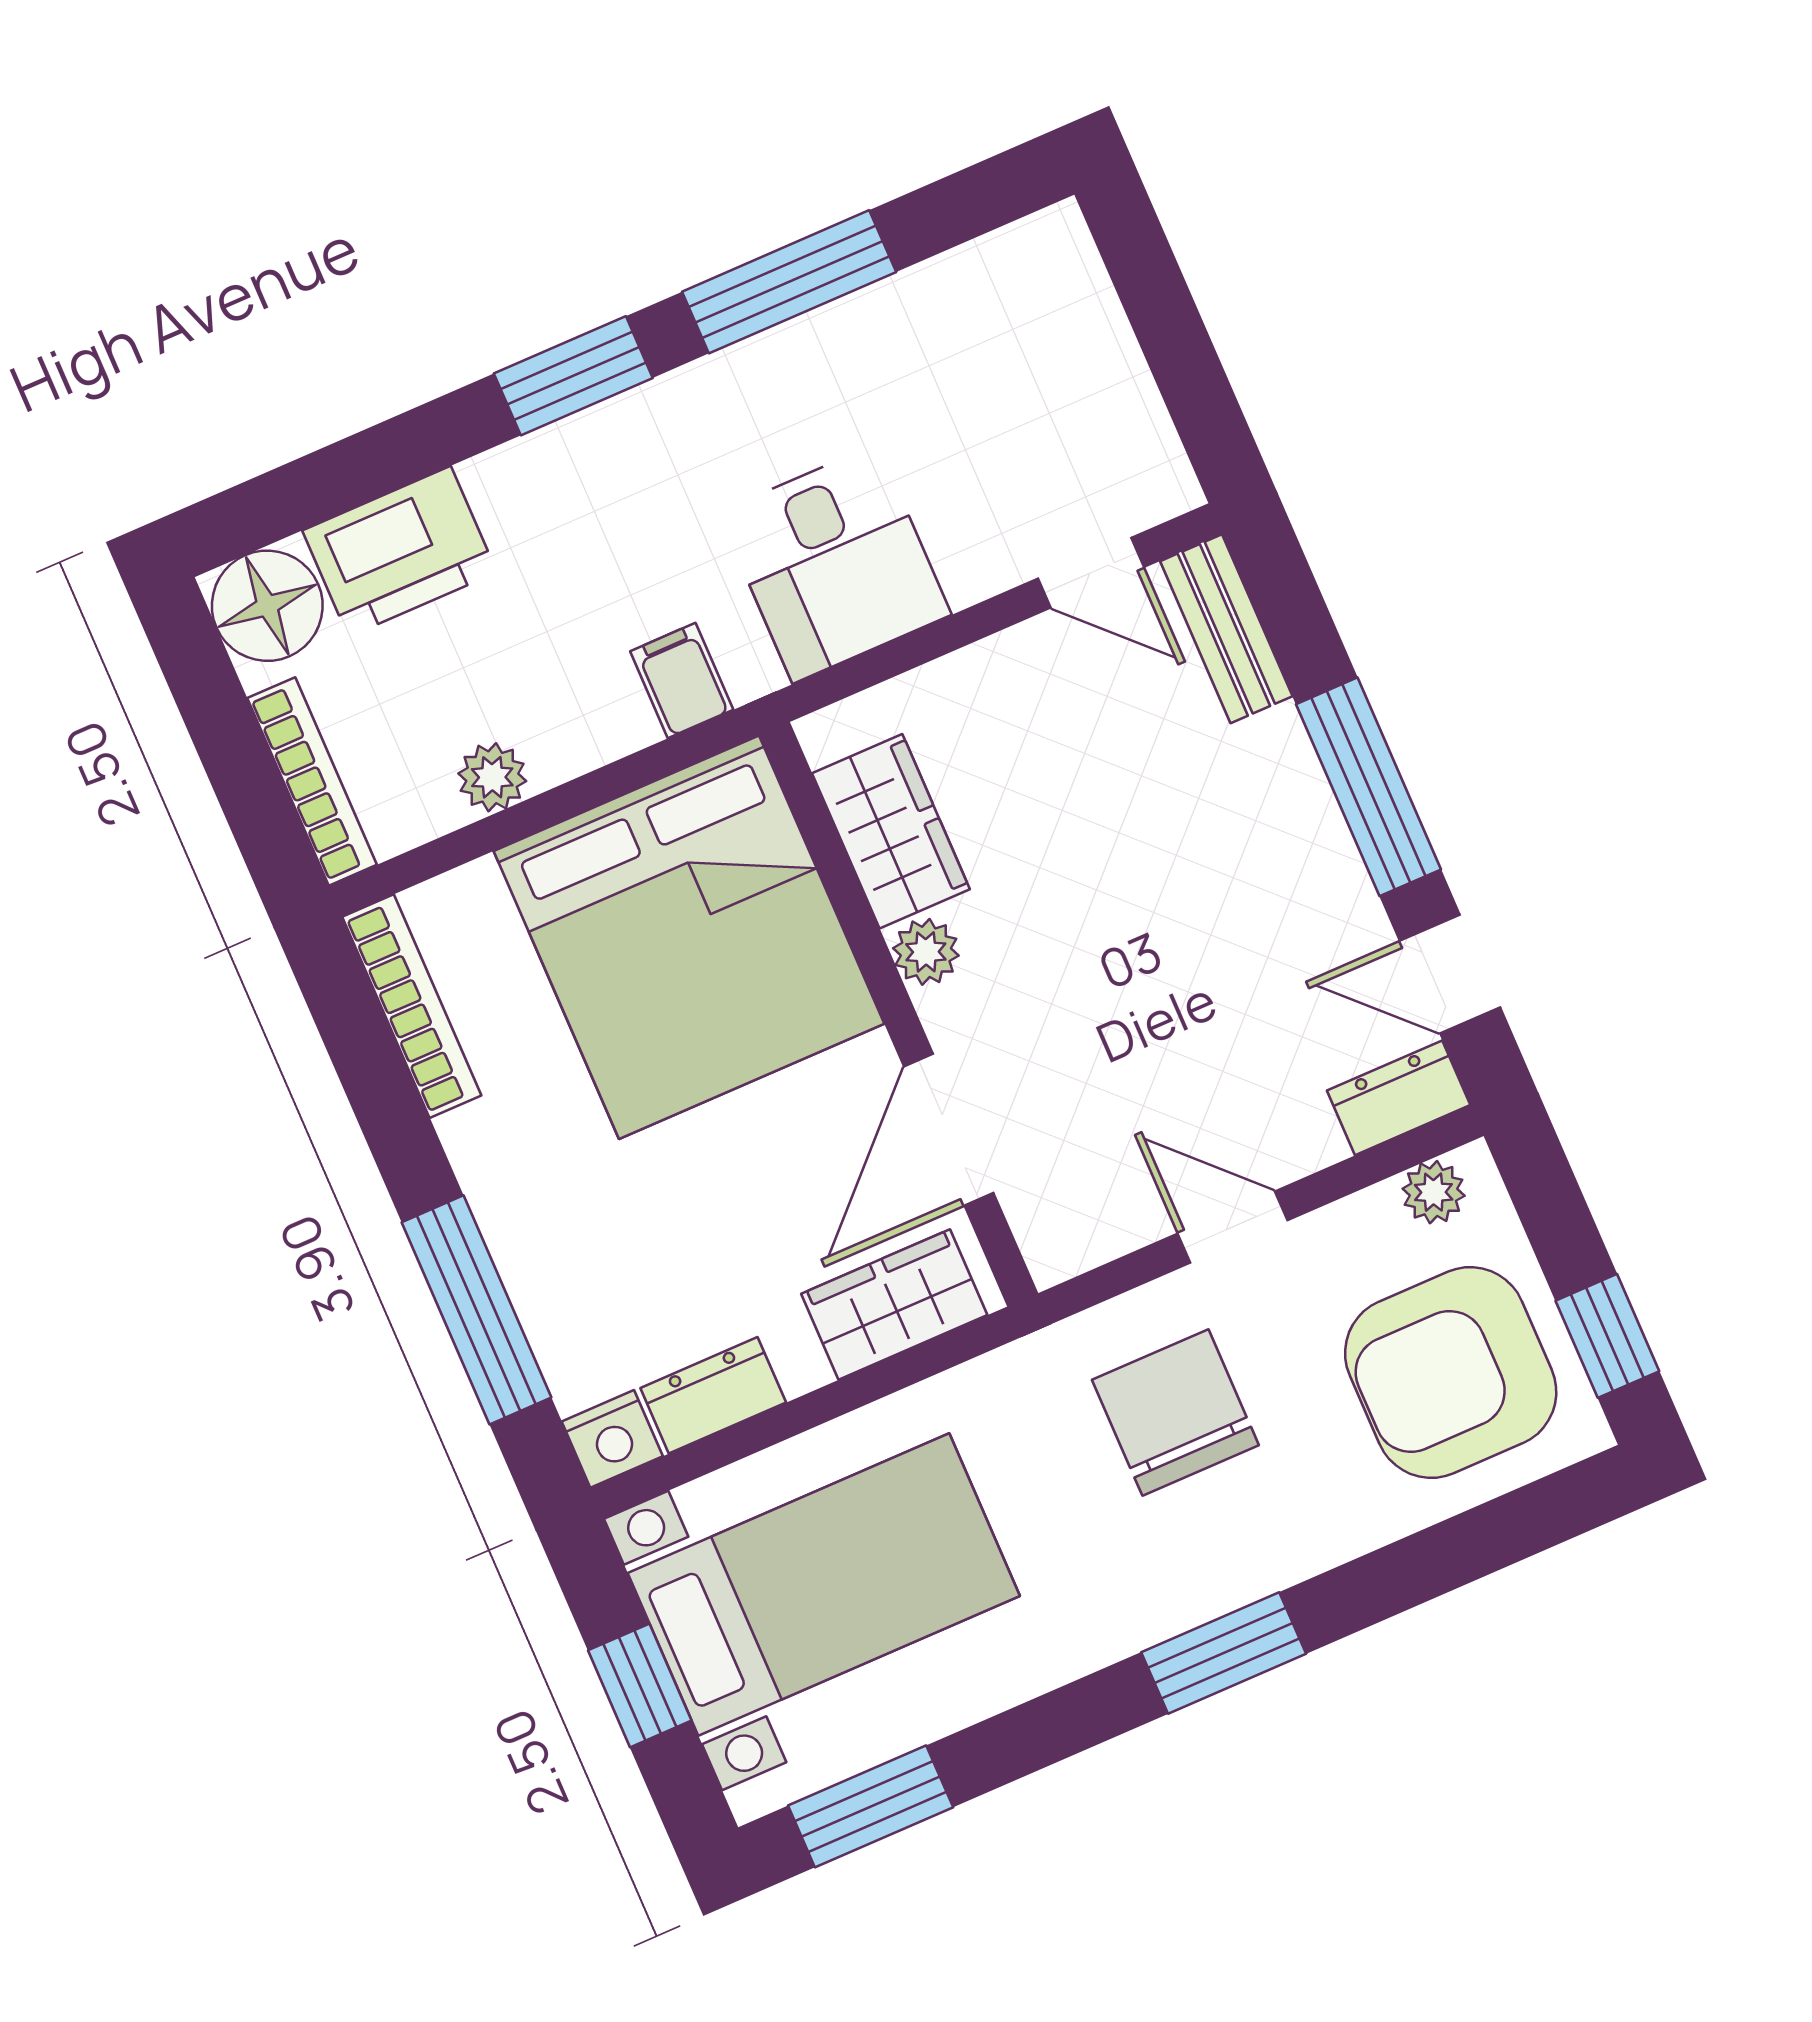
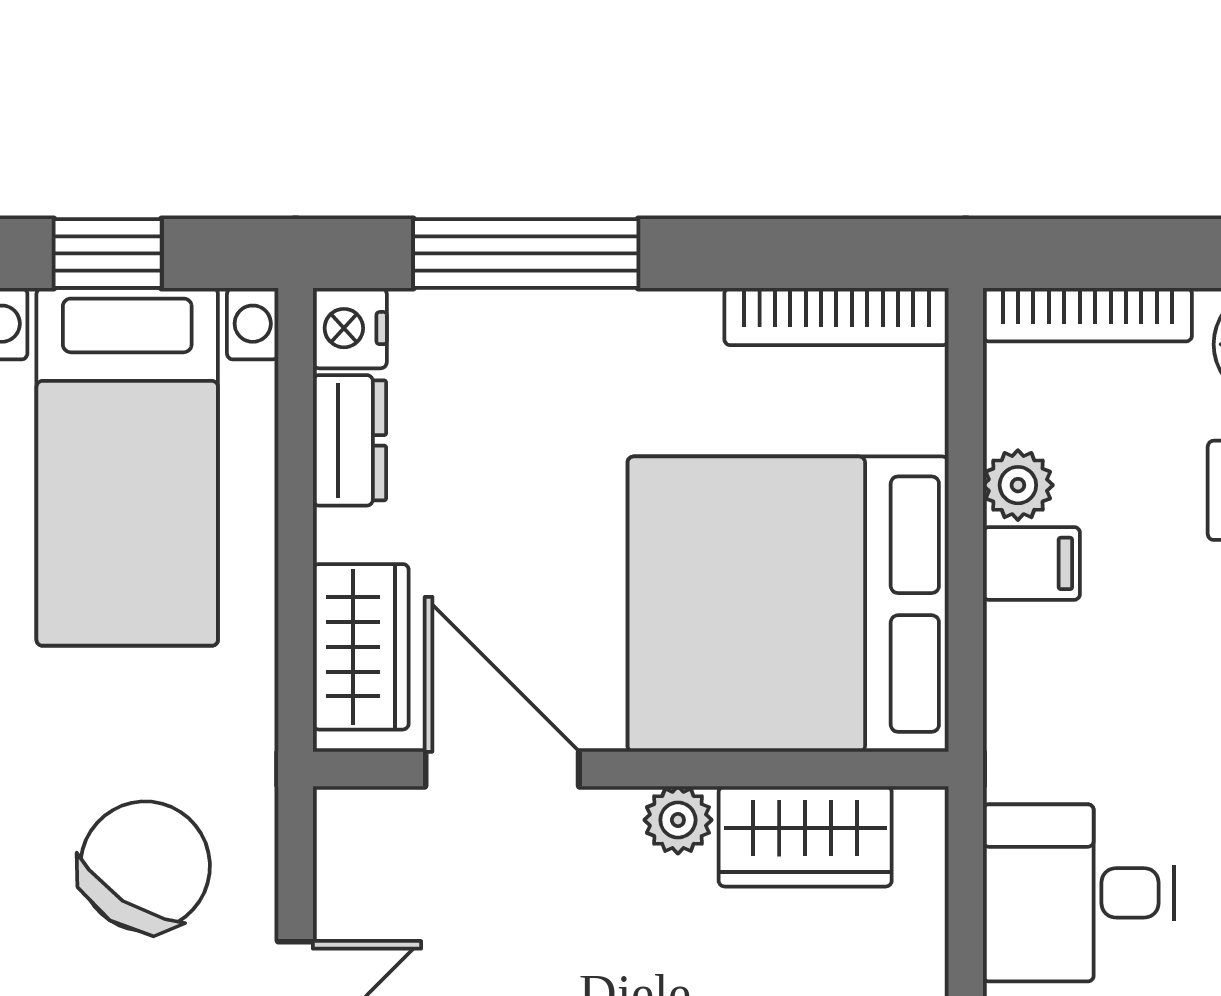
filing cabinet: (682, 680) -> (1031, 563), moved
chair: (1175, 1412) -> (145, 866), turned -57

